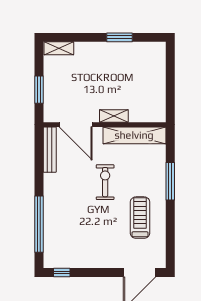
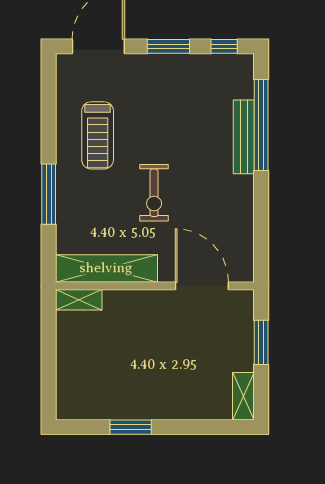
shelving: (59, 48) -> (243, 396), moved, turned 90
shelving: (114, 116) -> (79, 300), moved
bench: (50, 150) -> (244, 137), moved
window: (96, 273) -> (168, 46), added

